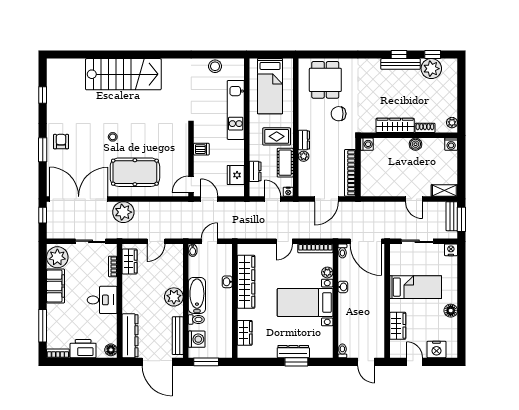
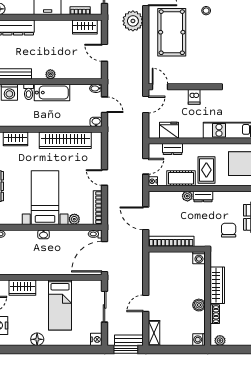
washbasin: (227, 282) -> (96, 122), moved
washbasin: (343, 287) -> (44, 234), moved
plant: (174, 297) -> (50, 74), width x0.53, depth x0.53

